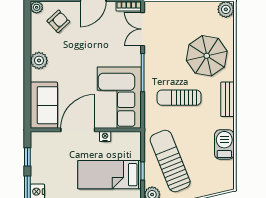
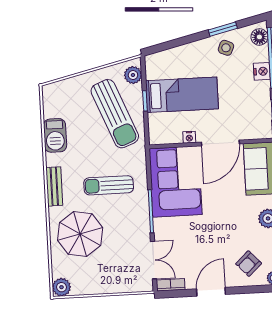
sun lounger: (179, 98) -> (109, 185), turned 180

